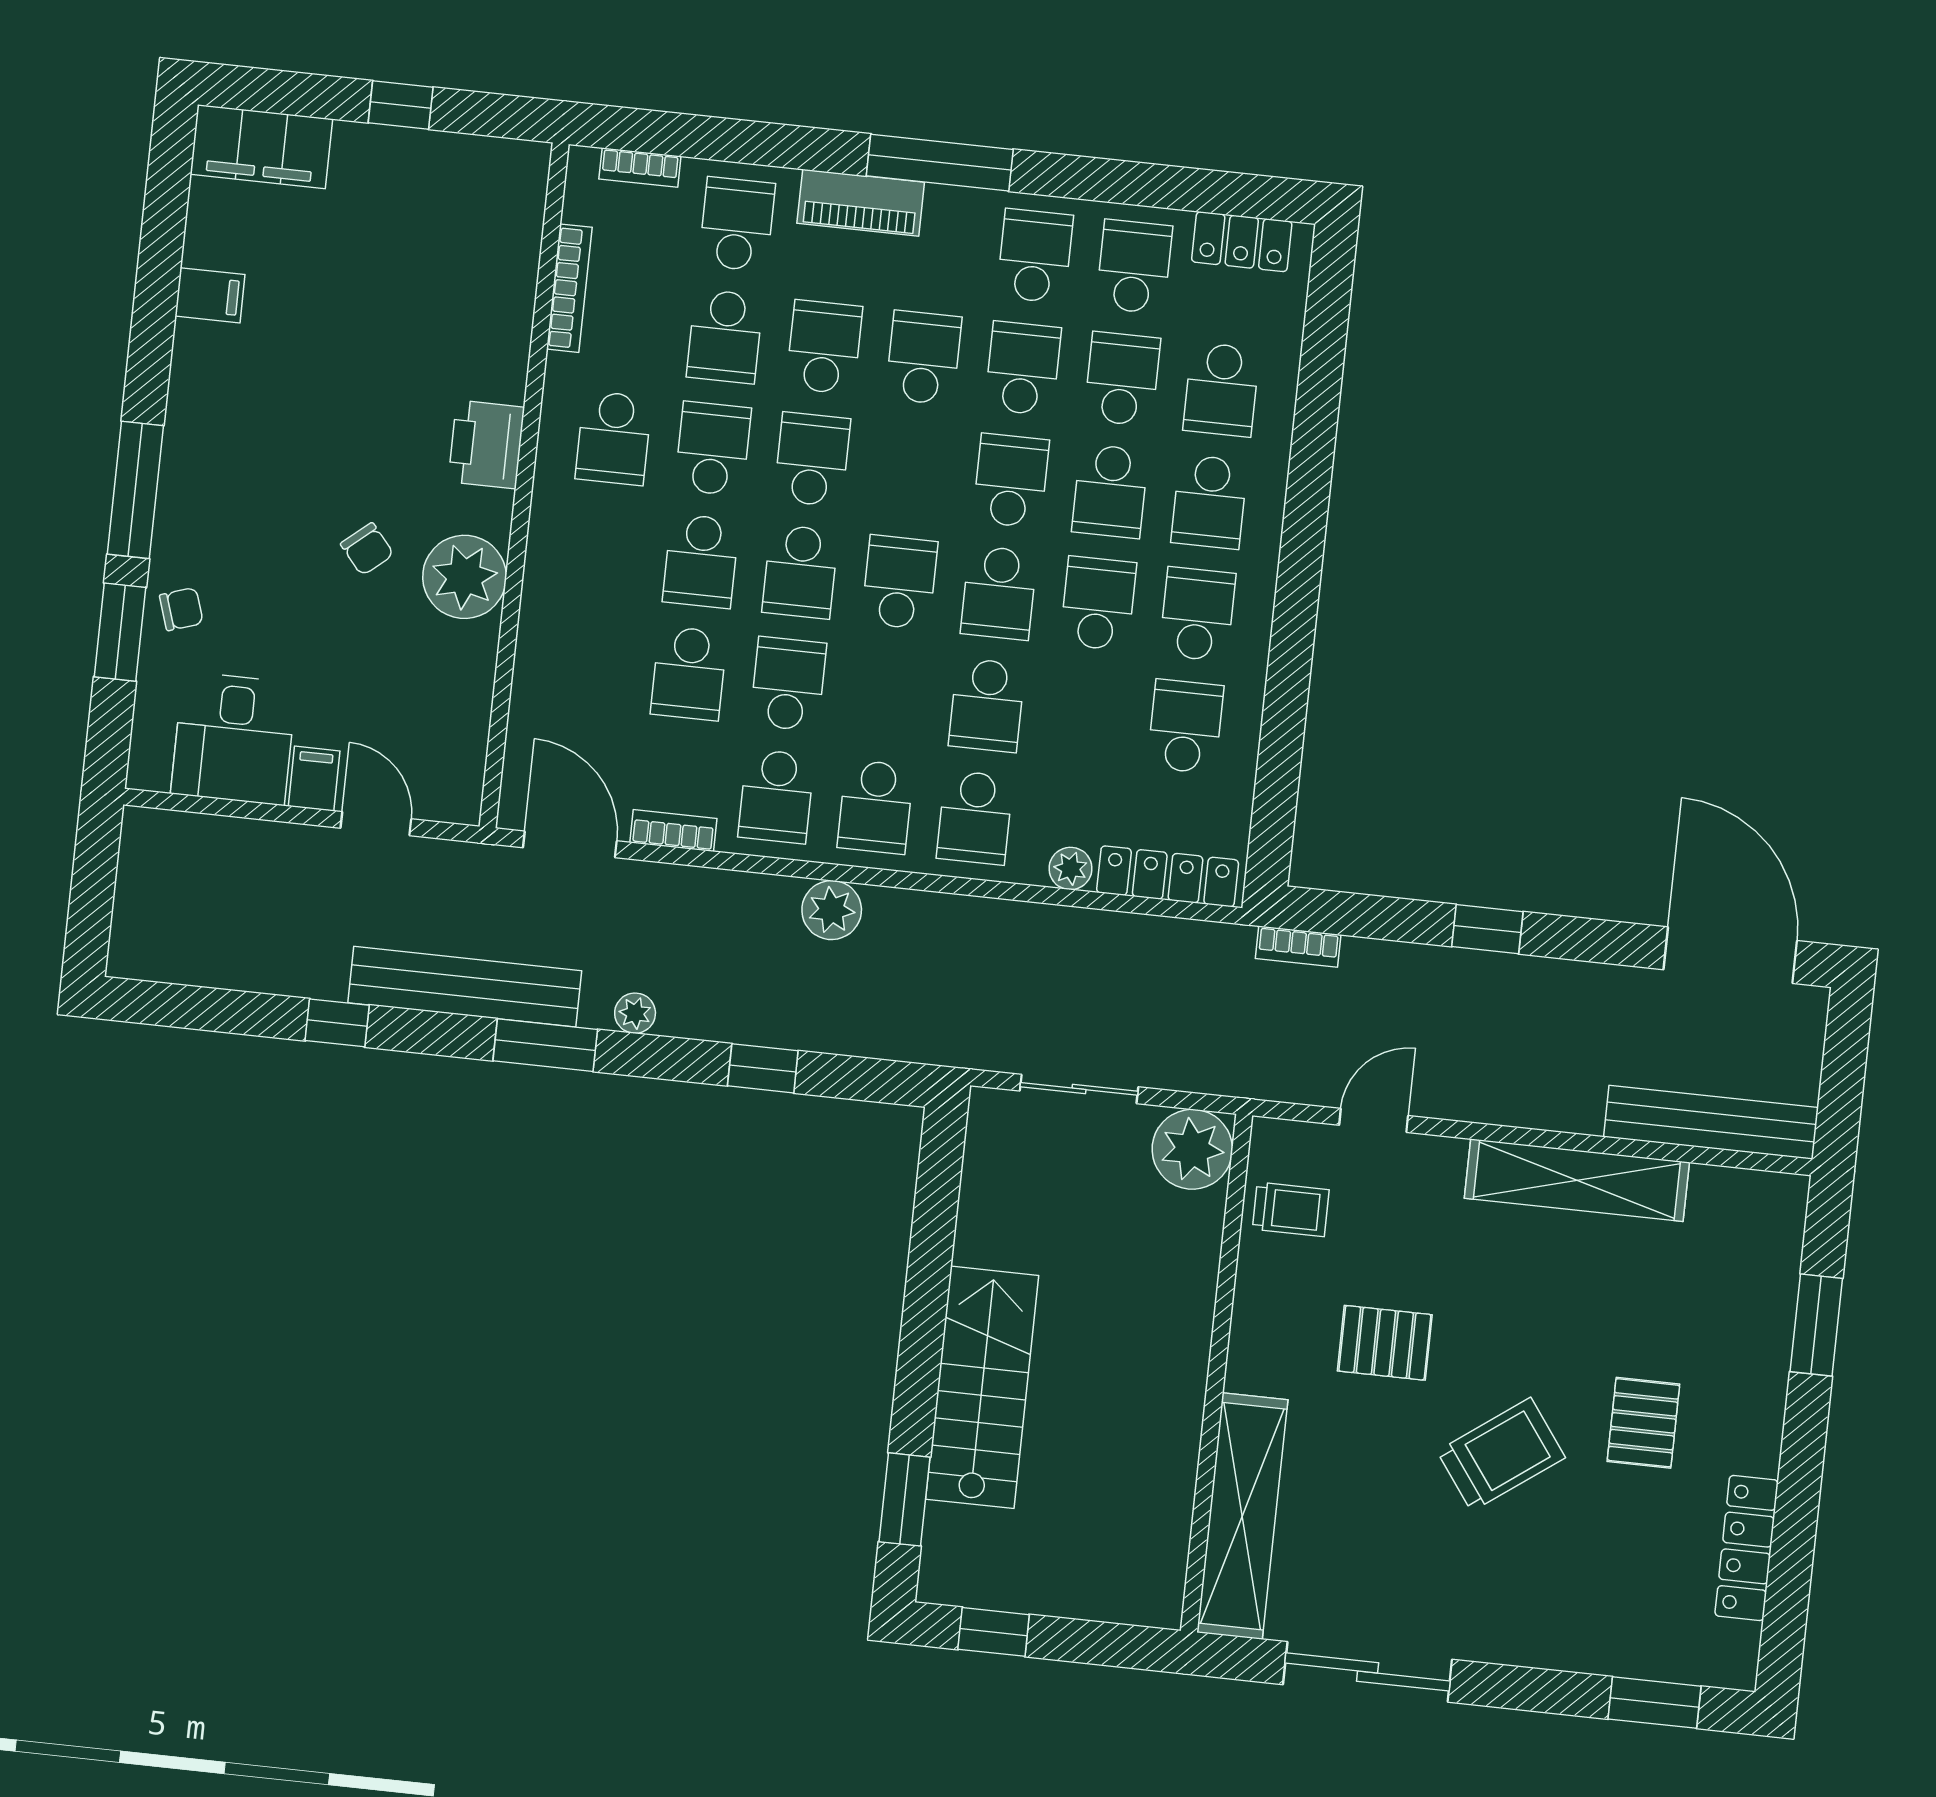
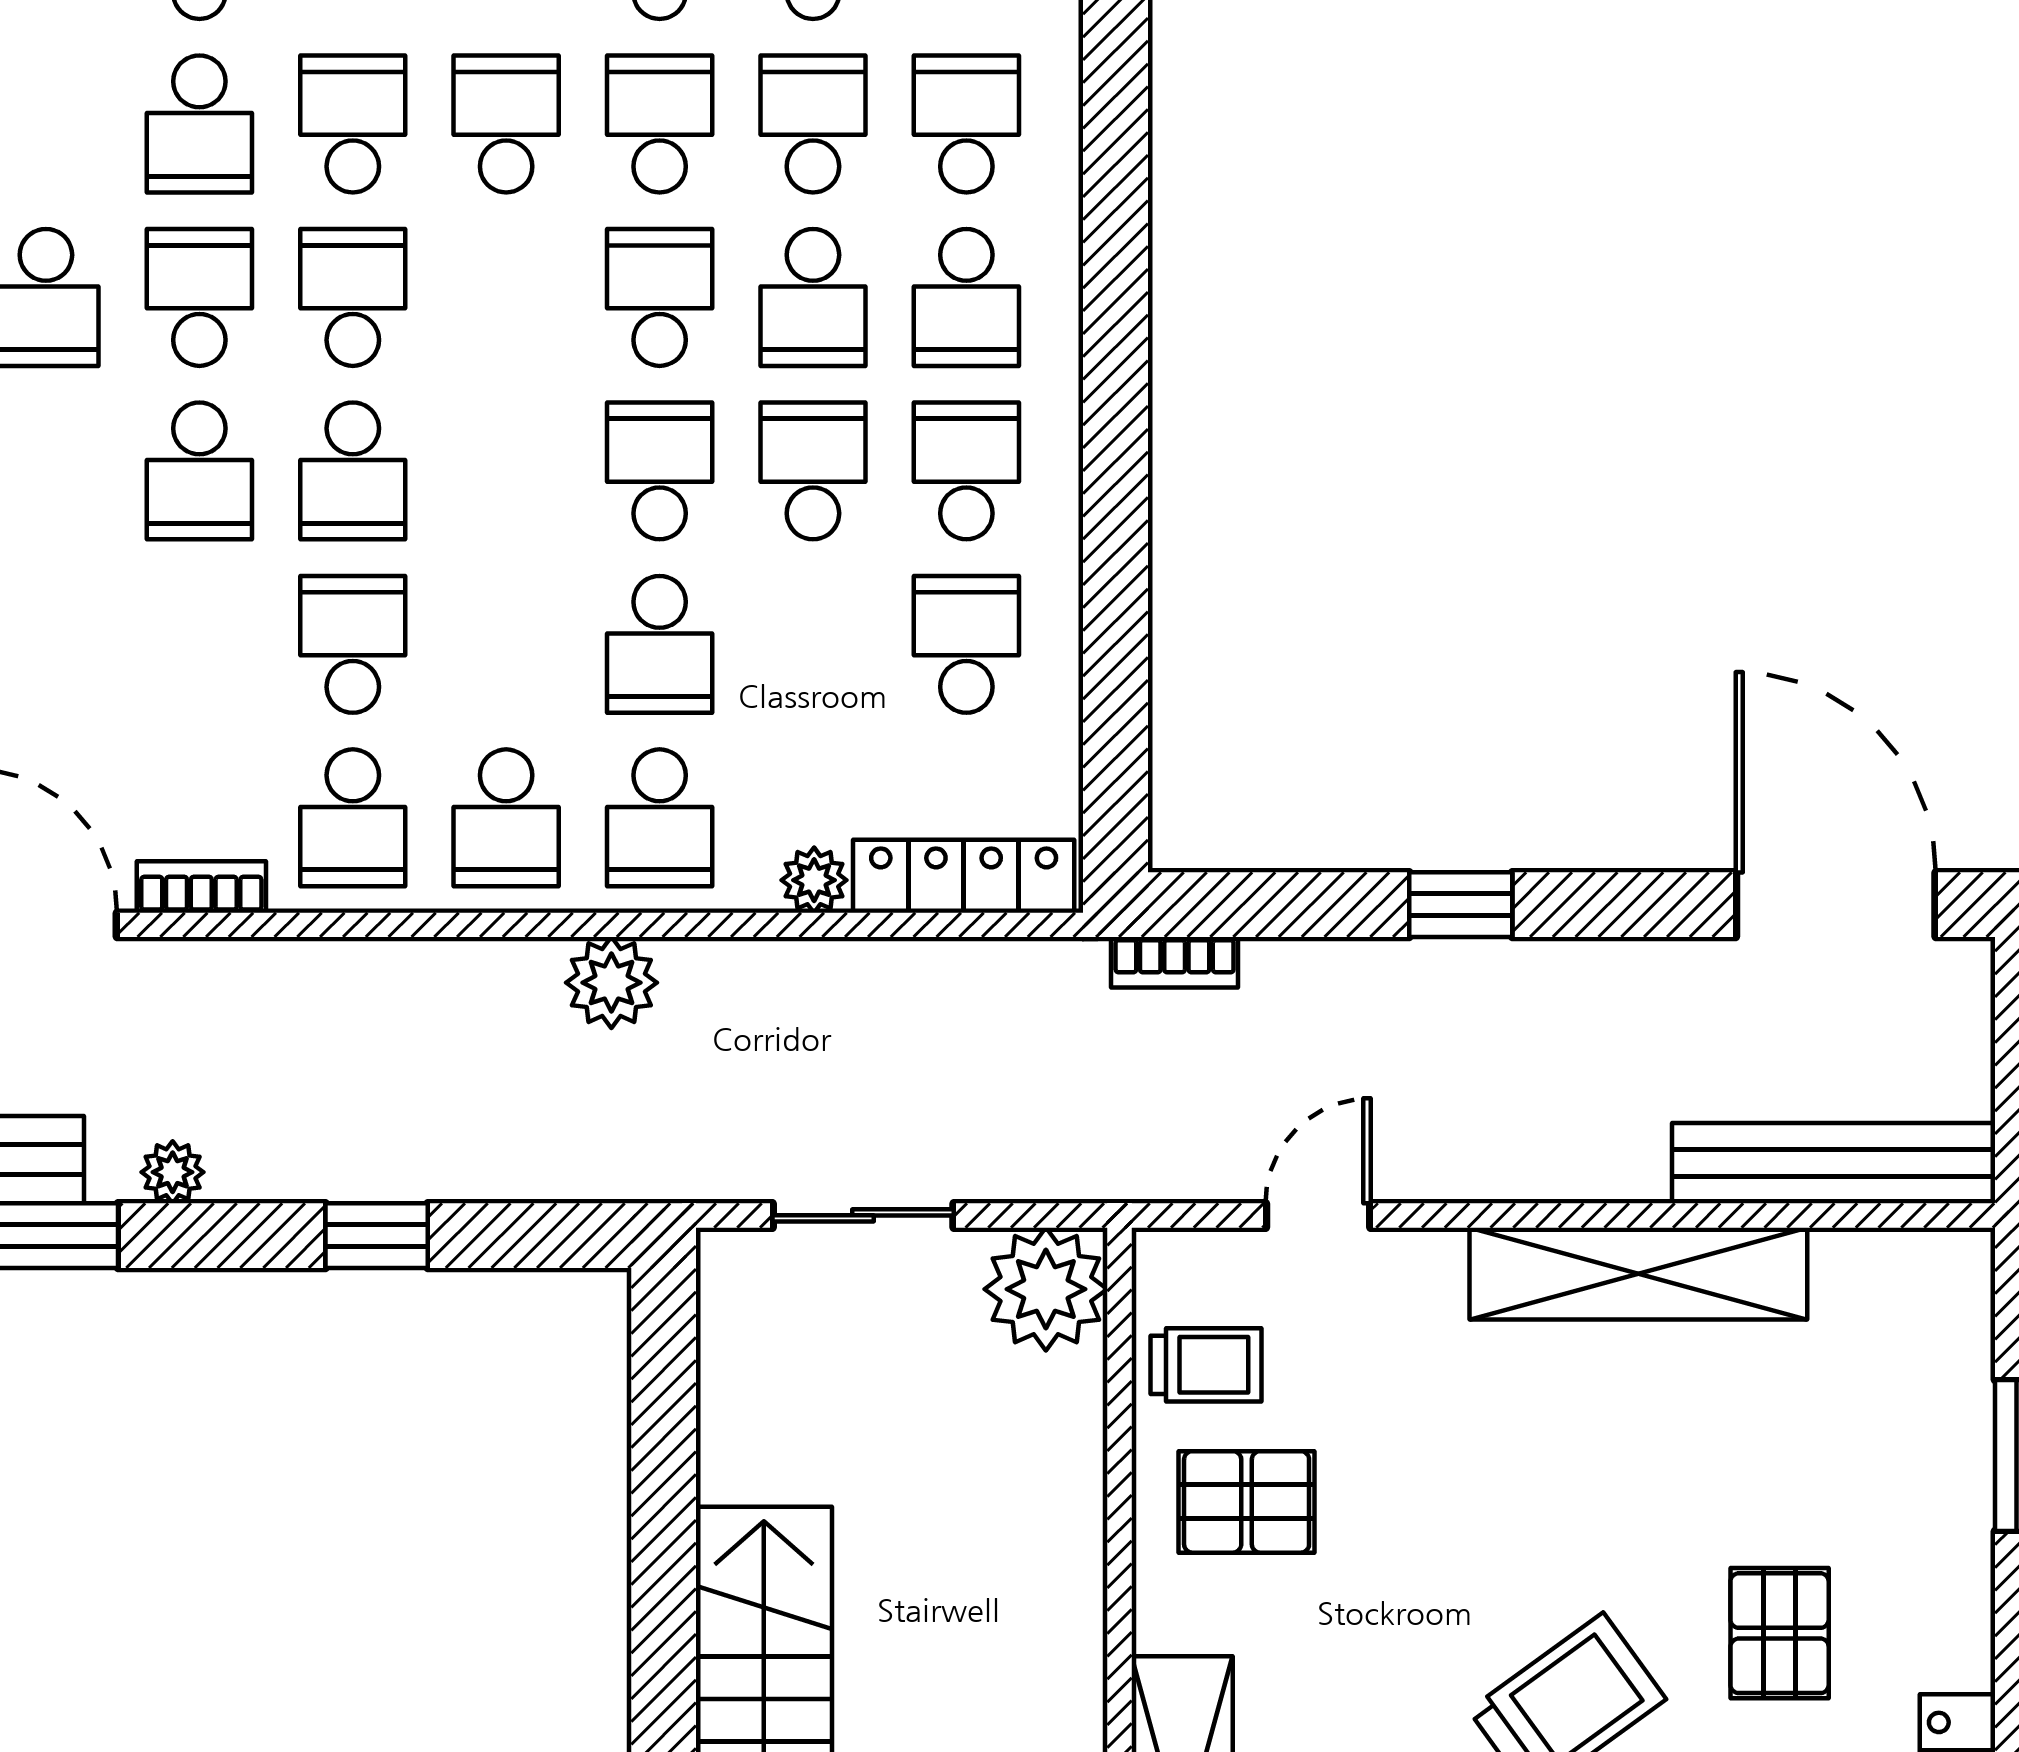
school desk: (1221, 390) -> (966, 124), turned 180
school desk: (900, 582) -> (506, 471), removed
school desk: (999, 593) -> (660, 471), turned 180
school desk: (689, 673) -> (199, 644), removed
plant: (832, 910) -> (611, 983), moved
pallet: (1385, 1343) -> (1247, 1502), moved

